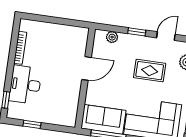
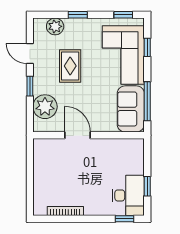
plant: (112, 37) -> (45, 107), width x1.88, depth x1.88
desk: (25, 85) -> (128, 195), moved, turned -90

